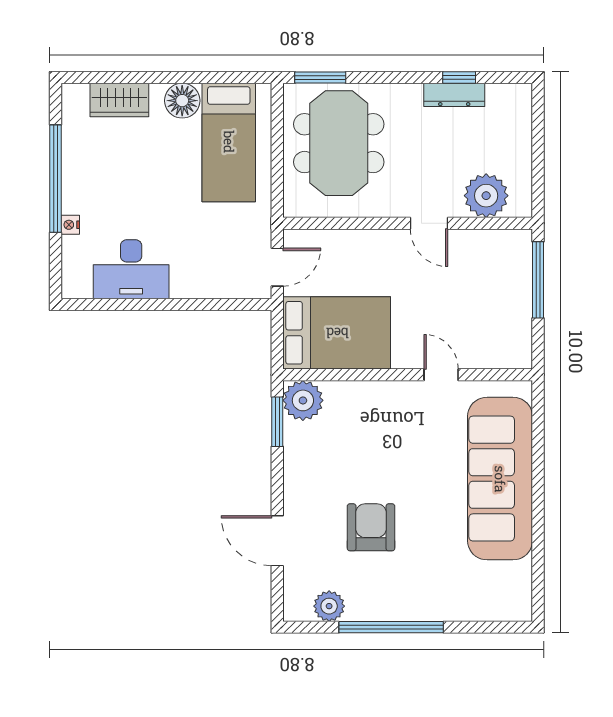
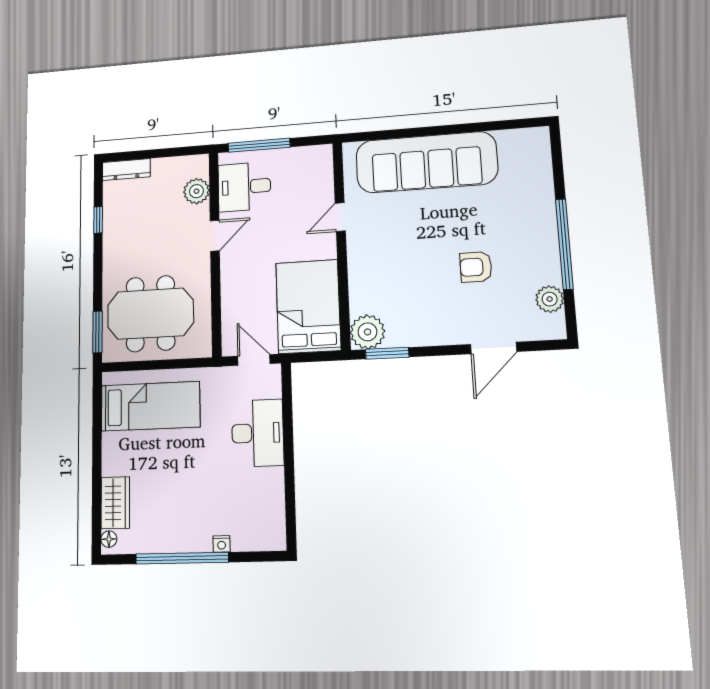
dresser: (454, 95) -> (126, 170), moved, turned 90
floor lamp: (182, 101) -> (109, 539), moved, width x0.53, depth x0.53
plant: (486, 196) -> (196, 191), width x0.73, depth x0.73
desk: (487, 261) -> (244, 187), added
desk: (131, 269) -> (258, 433), moved
armchair: (371, 527) -> (476, 267), width x0.72, depth x0.72

